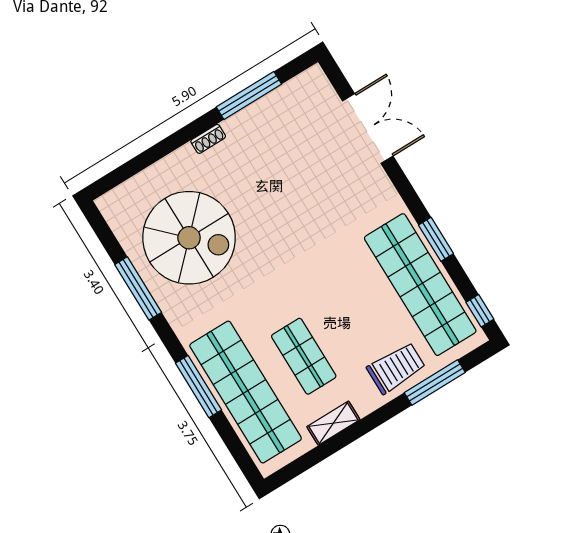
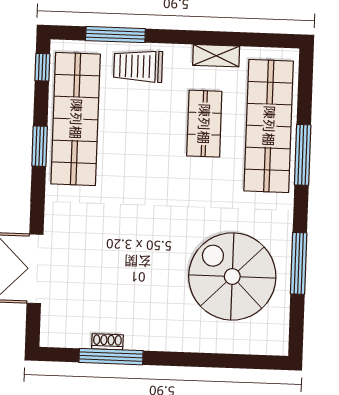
shoe rack: (208, 139) -> (107, 342), moved

